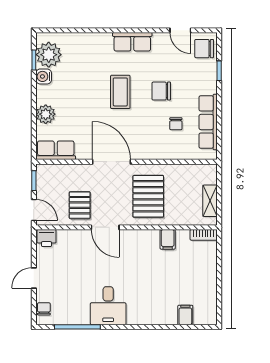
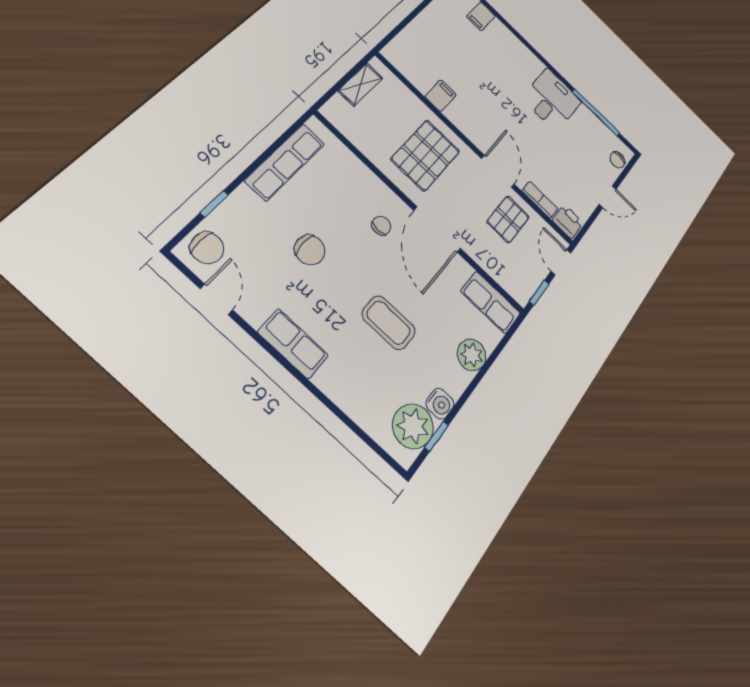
coffee table: (120, 92) -> (389, 323), moved, turned 90
chair: (176, 124) -> (381, 226), moved
bookcase: (204, 235) -> (540, 200), moved

